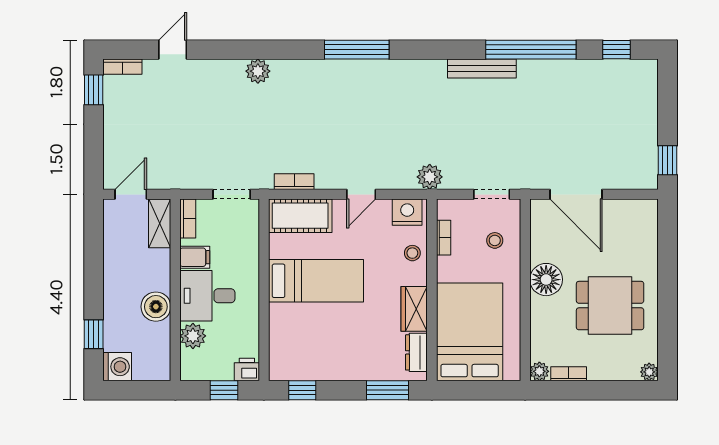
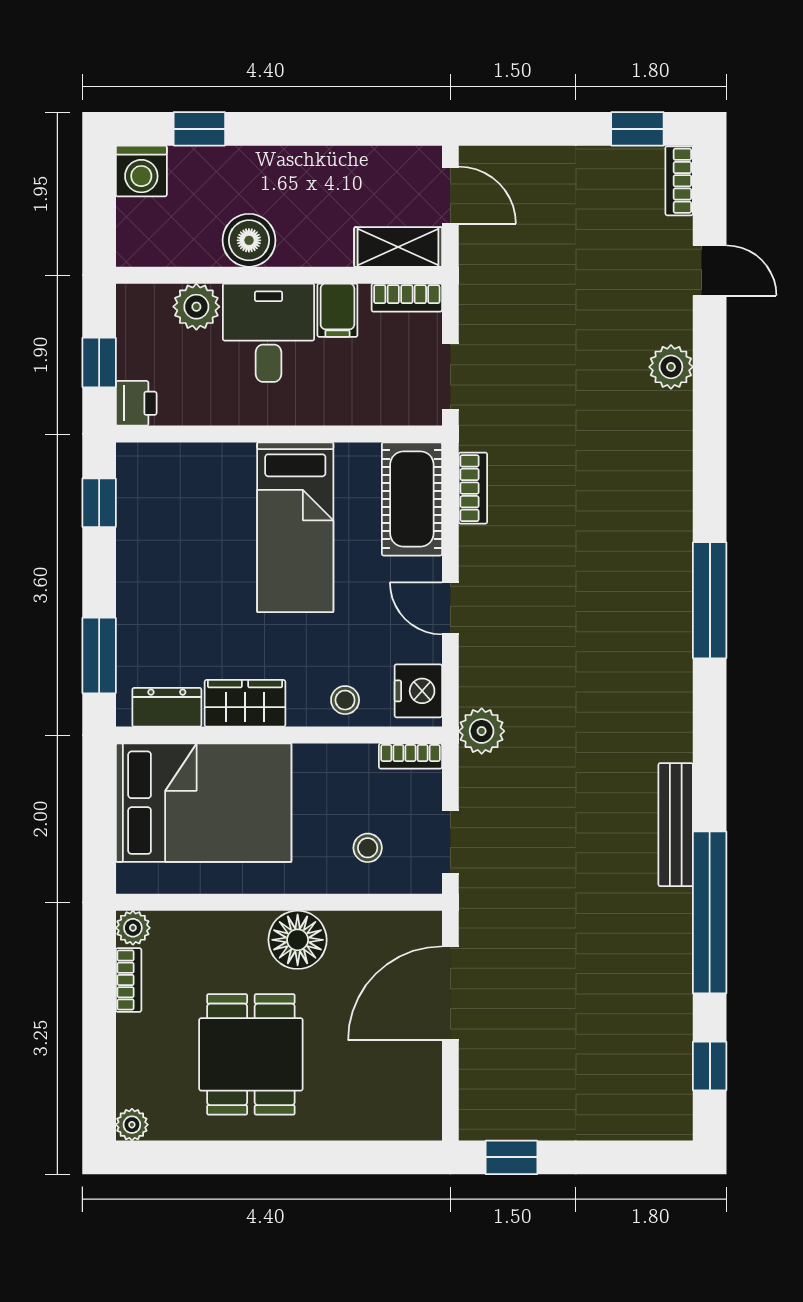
plant: (258, 71) -> (671, 367), moved
bookcase: (444, 238) -> (410, 756), moved

